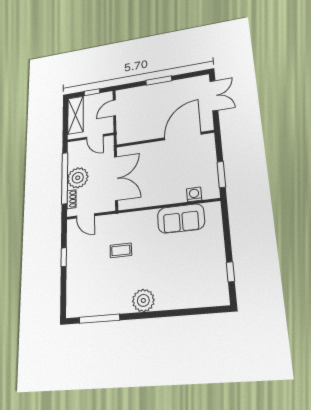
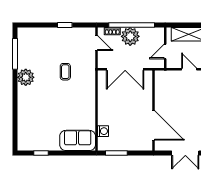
door: (85, 216) -> (96, 43), swing flipped
sofa: (181, 218) -> (78, 140), moved, turned 90
plant: (143, 300) -> (26, 77), moved

